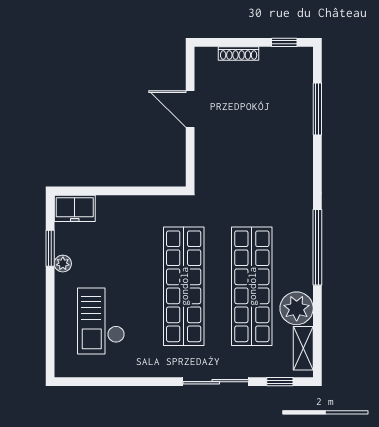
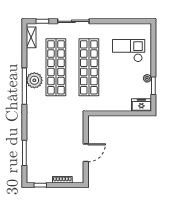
door: (190, 109) -> (86, 153), hinge flipped
plant: (297, 308) -> (34, 80), moved
checkout: (101, 321) -> (129, 51), turned -90

